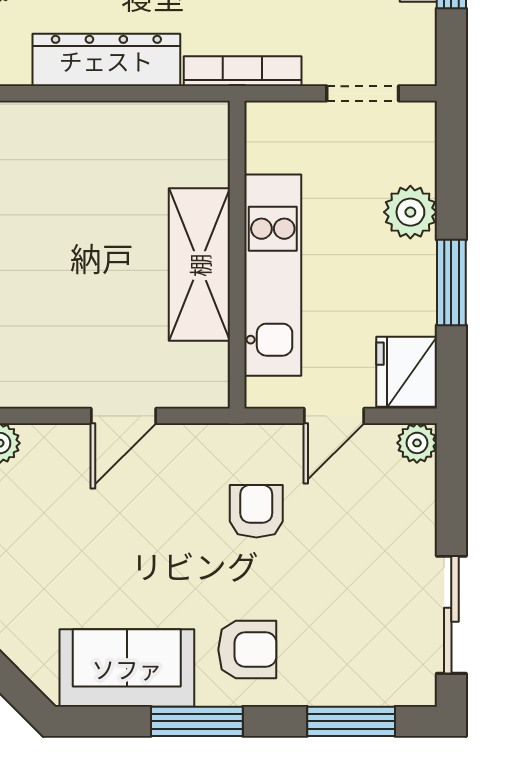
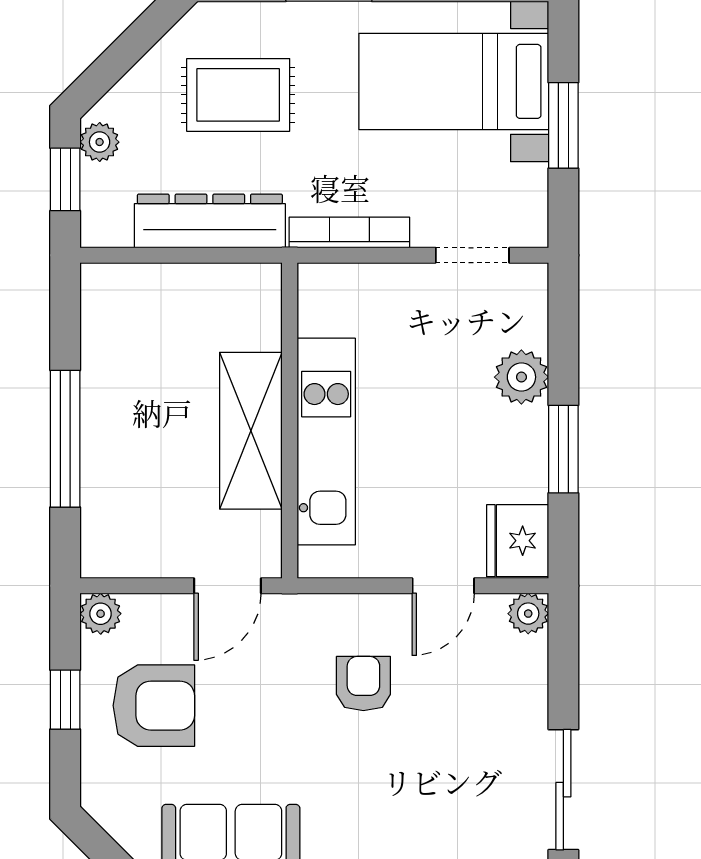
wall: (237, 255) -> (290, 421), moved
shelving: (199, 265) -> (251, 431), moved
kitchen unit: (273, 275) -> (326, 442), moved
armchair: (247, 650) -> (154, 706), moved, width x1.38, depth x1.38

